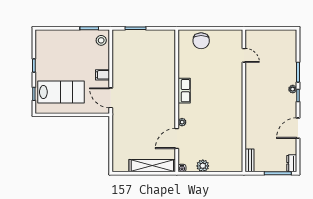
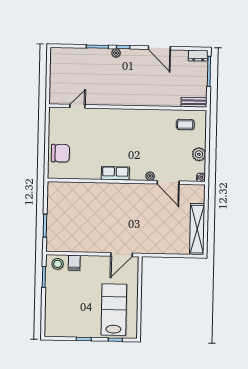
filing cabinet: (103, 75) -> (74, 263), moved
coffee table: (229, 153) -> (185, 125), added
shelving: (152, 166) -> (197, 229), moved

